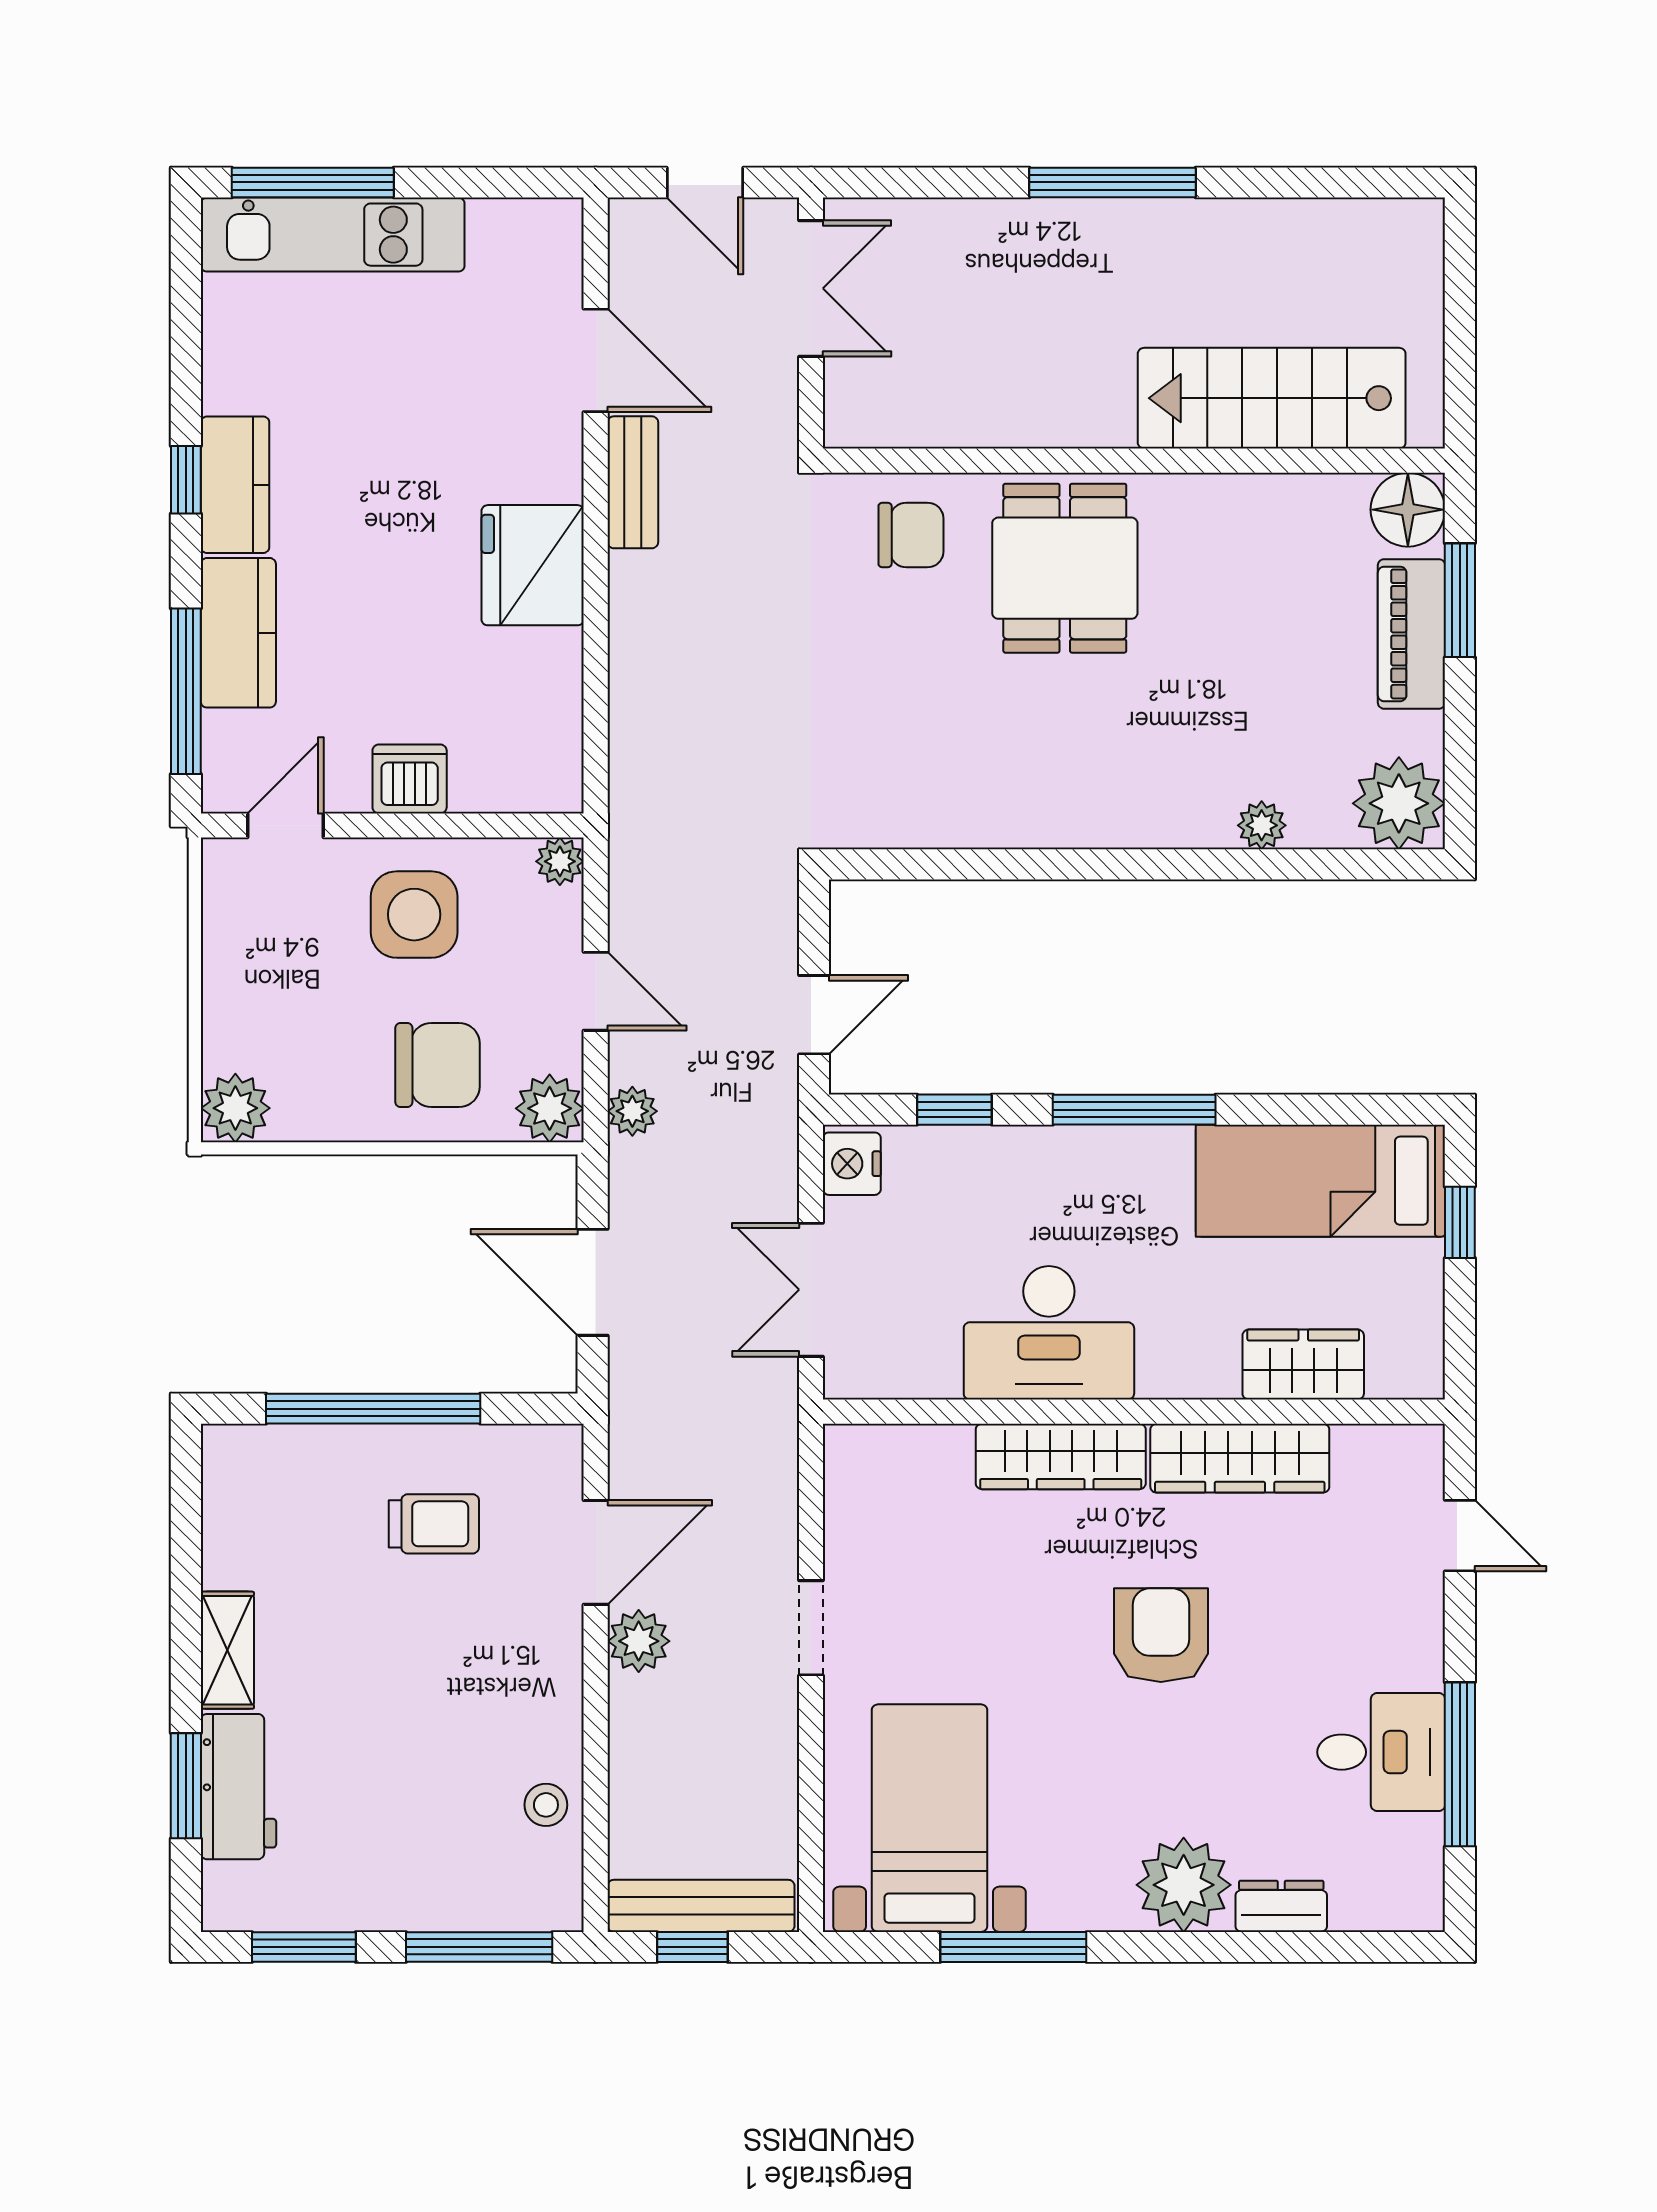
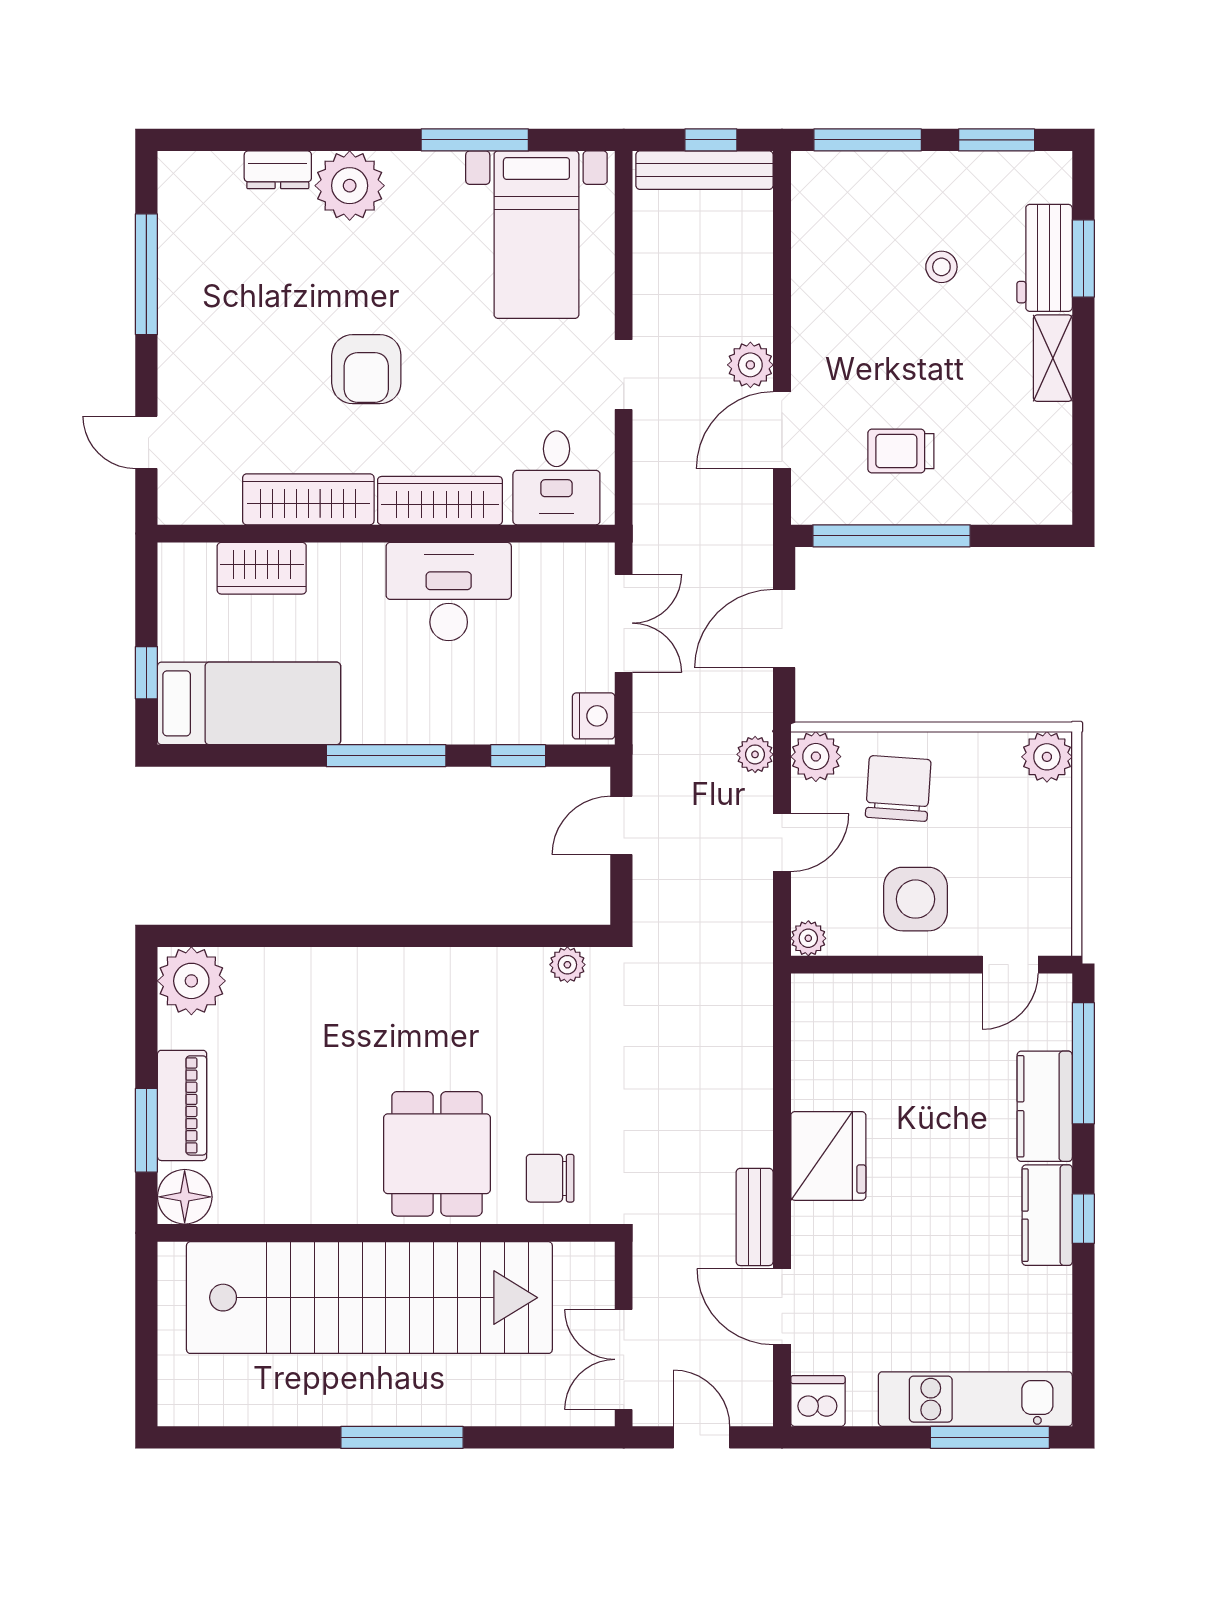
stairs: (1272, 398) -> (369, 1298), width x1.86, depth x1.51
dishwasher: (410, 779) -> (818, 1401), moved, turned 180
plant: (1262, 825) -> (567, 965), moved
door: (596, 991) -> (782, 843), swing flipped
chair: (438, 1065) -> (898, 788), turned 94
door: (593, 1282) -> (784, 629), swing flipped
window: (373, 1409) -> (891, 536), moved
desk: (1381, 1752) -> (556, 478), moved, turned -90
stool: (546, 1805) -> (941, 267), moved

